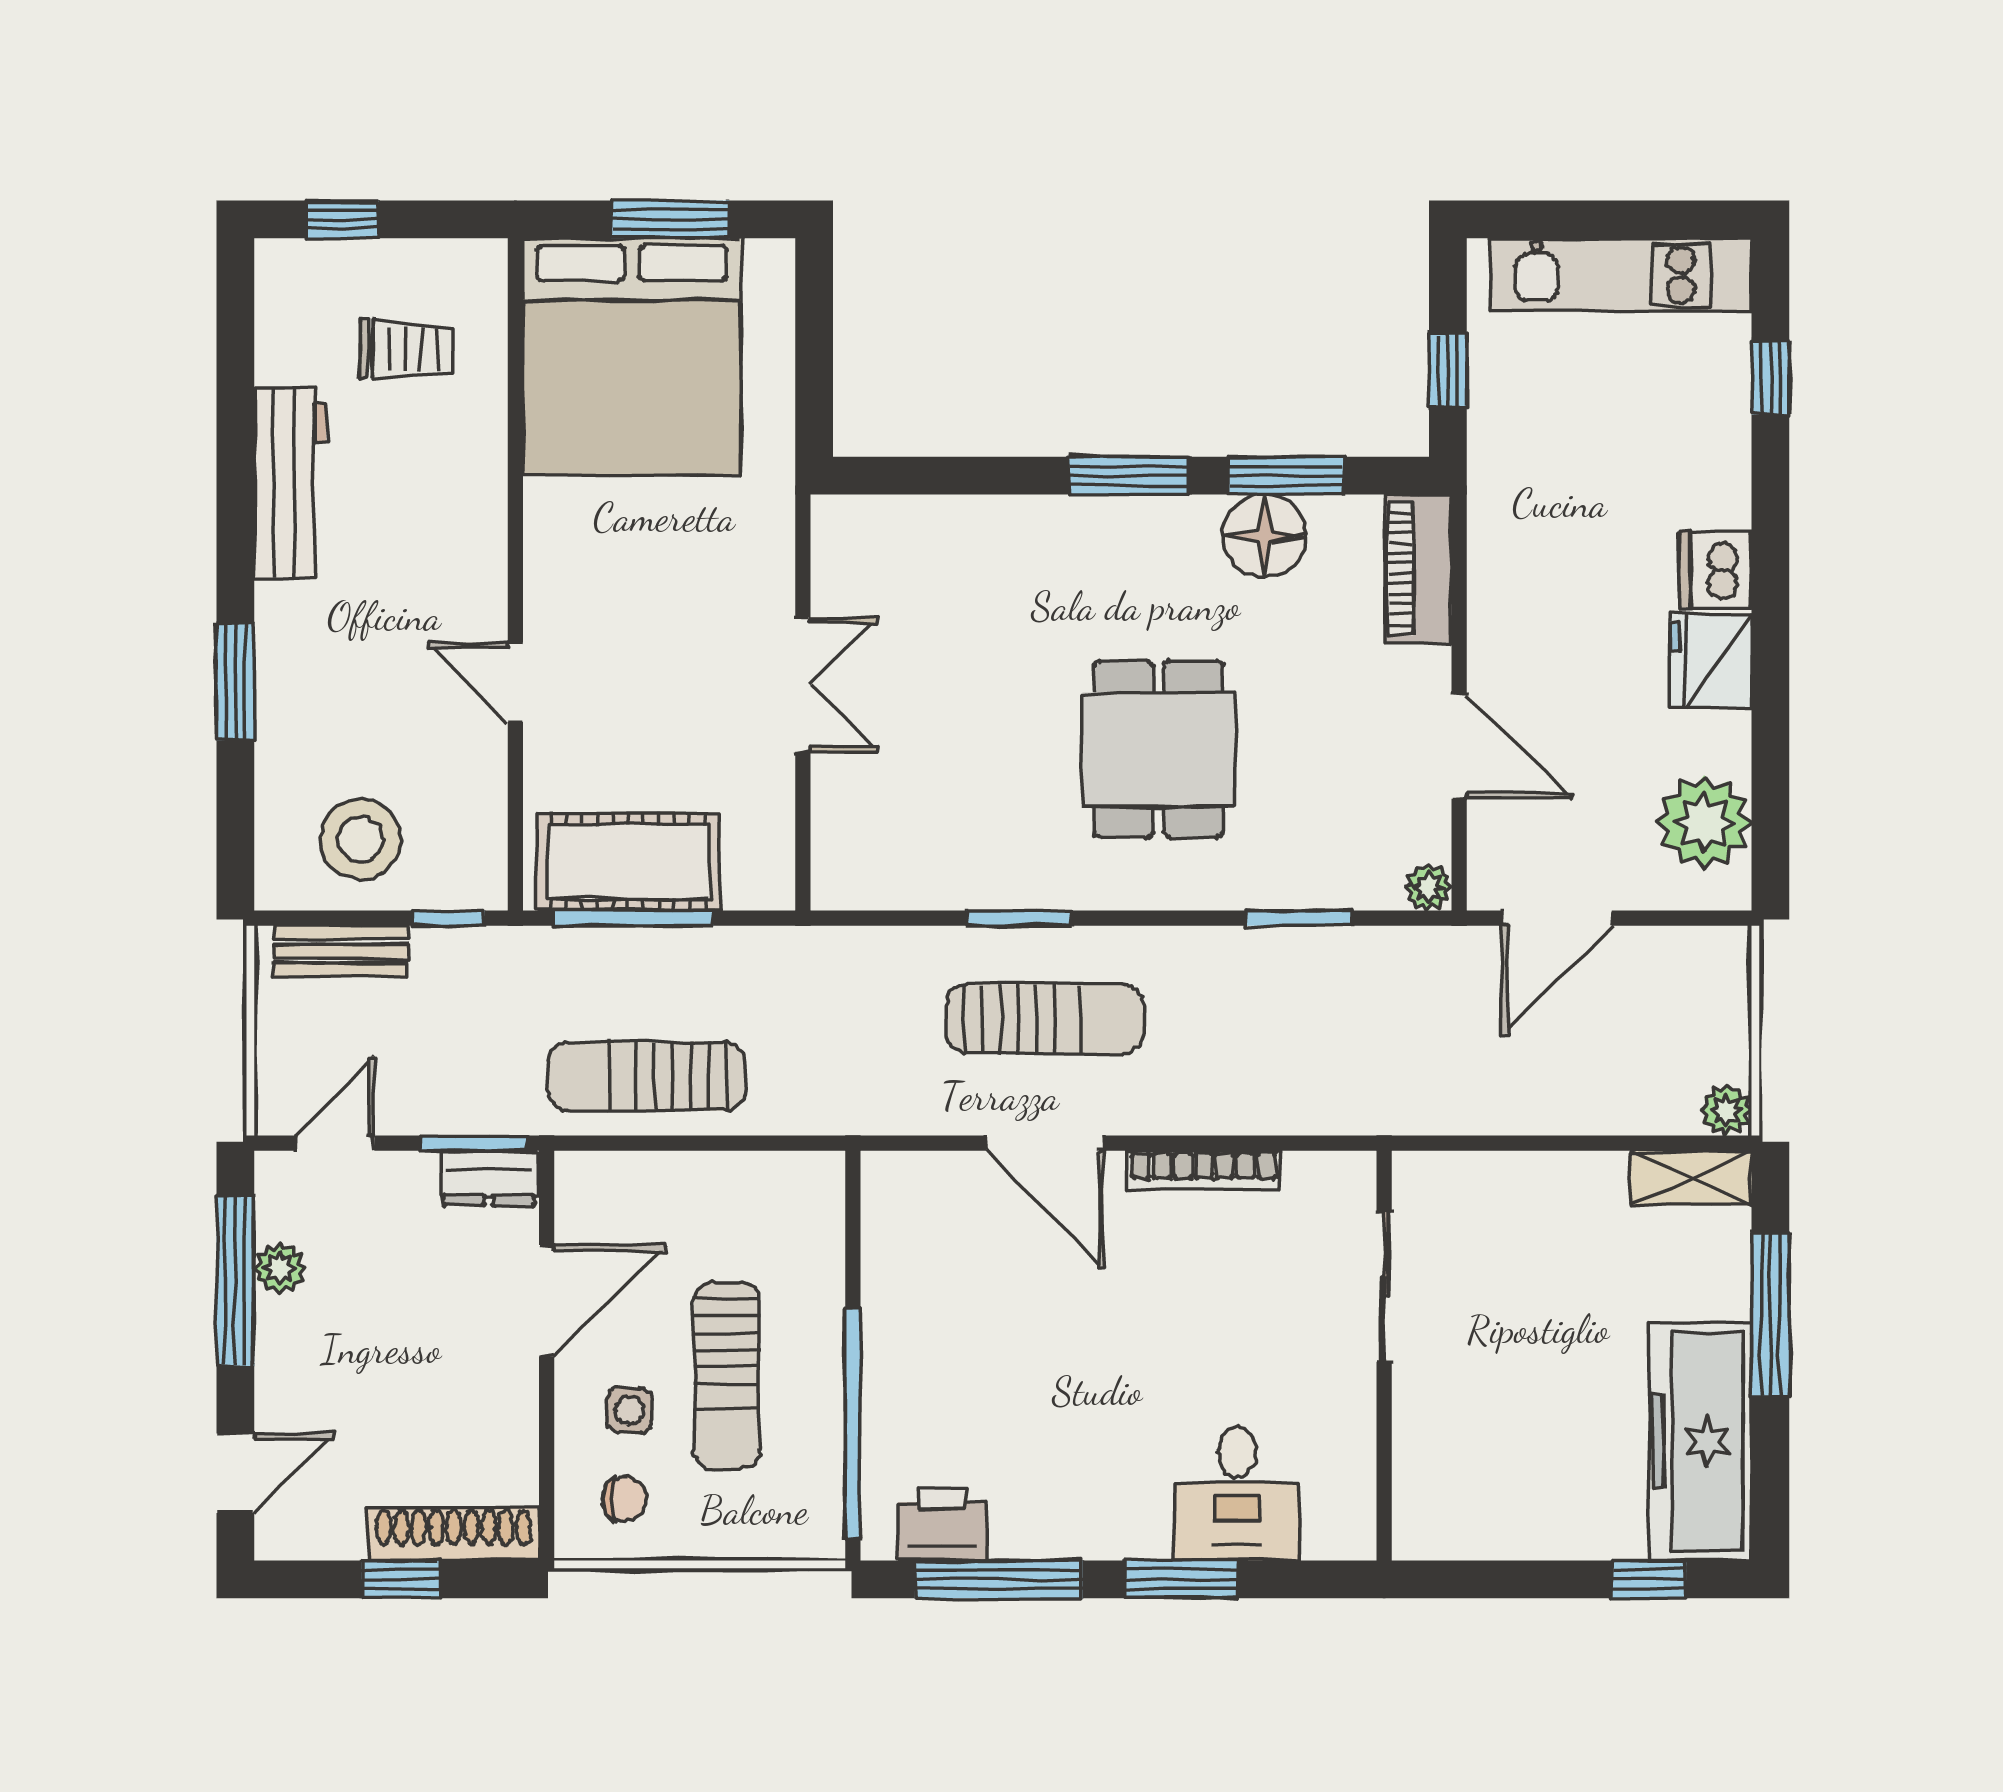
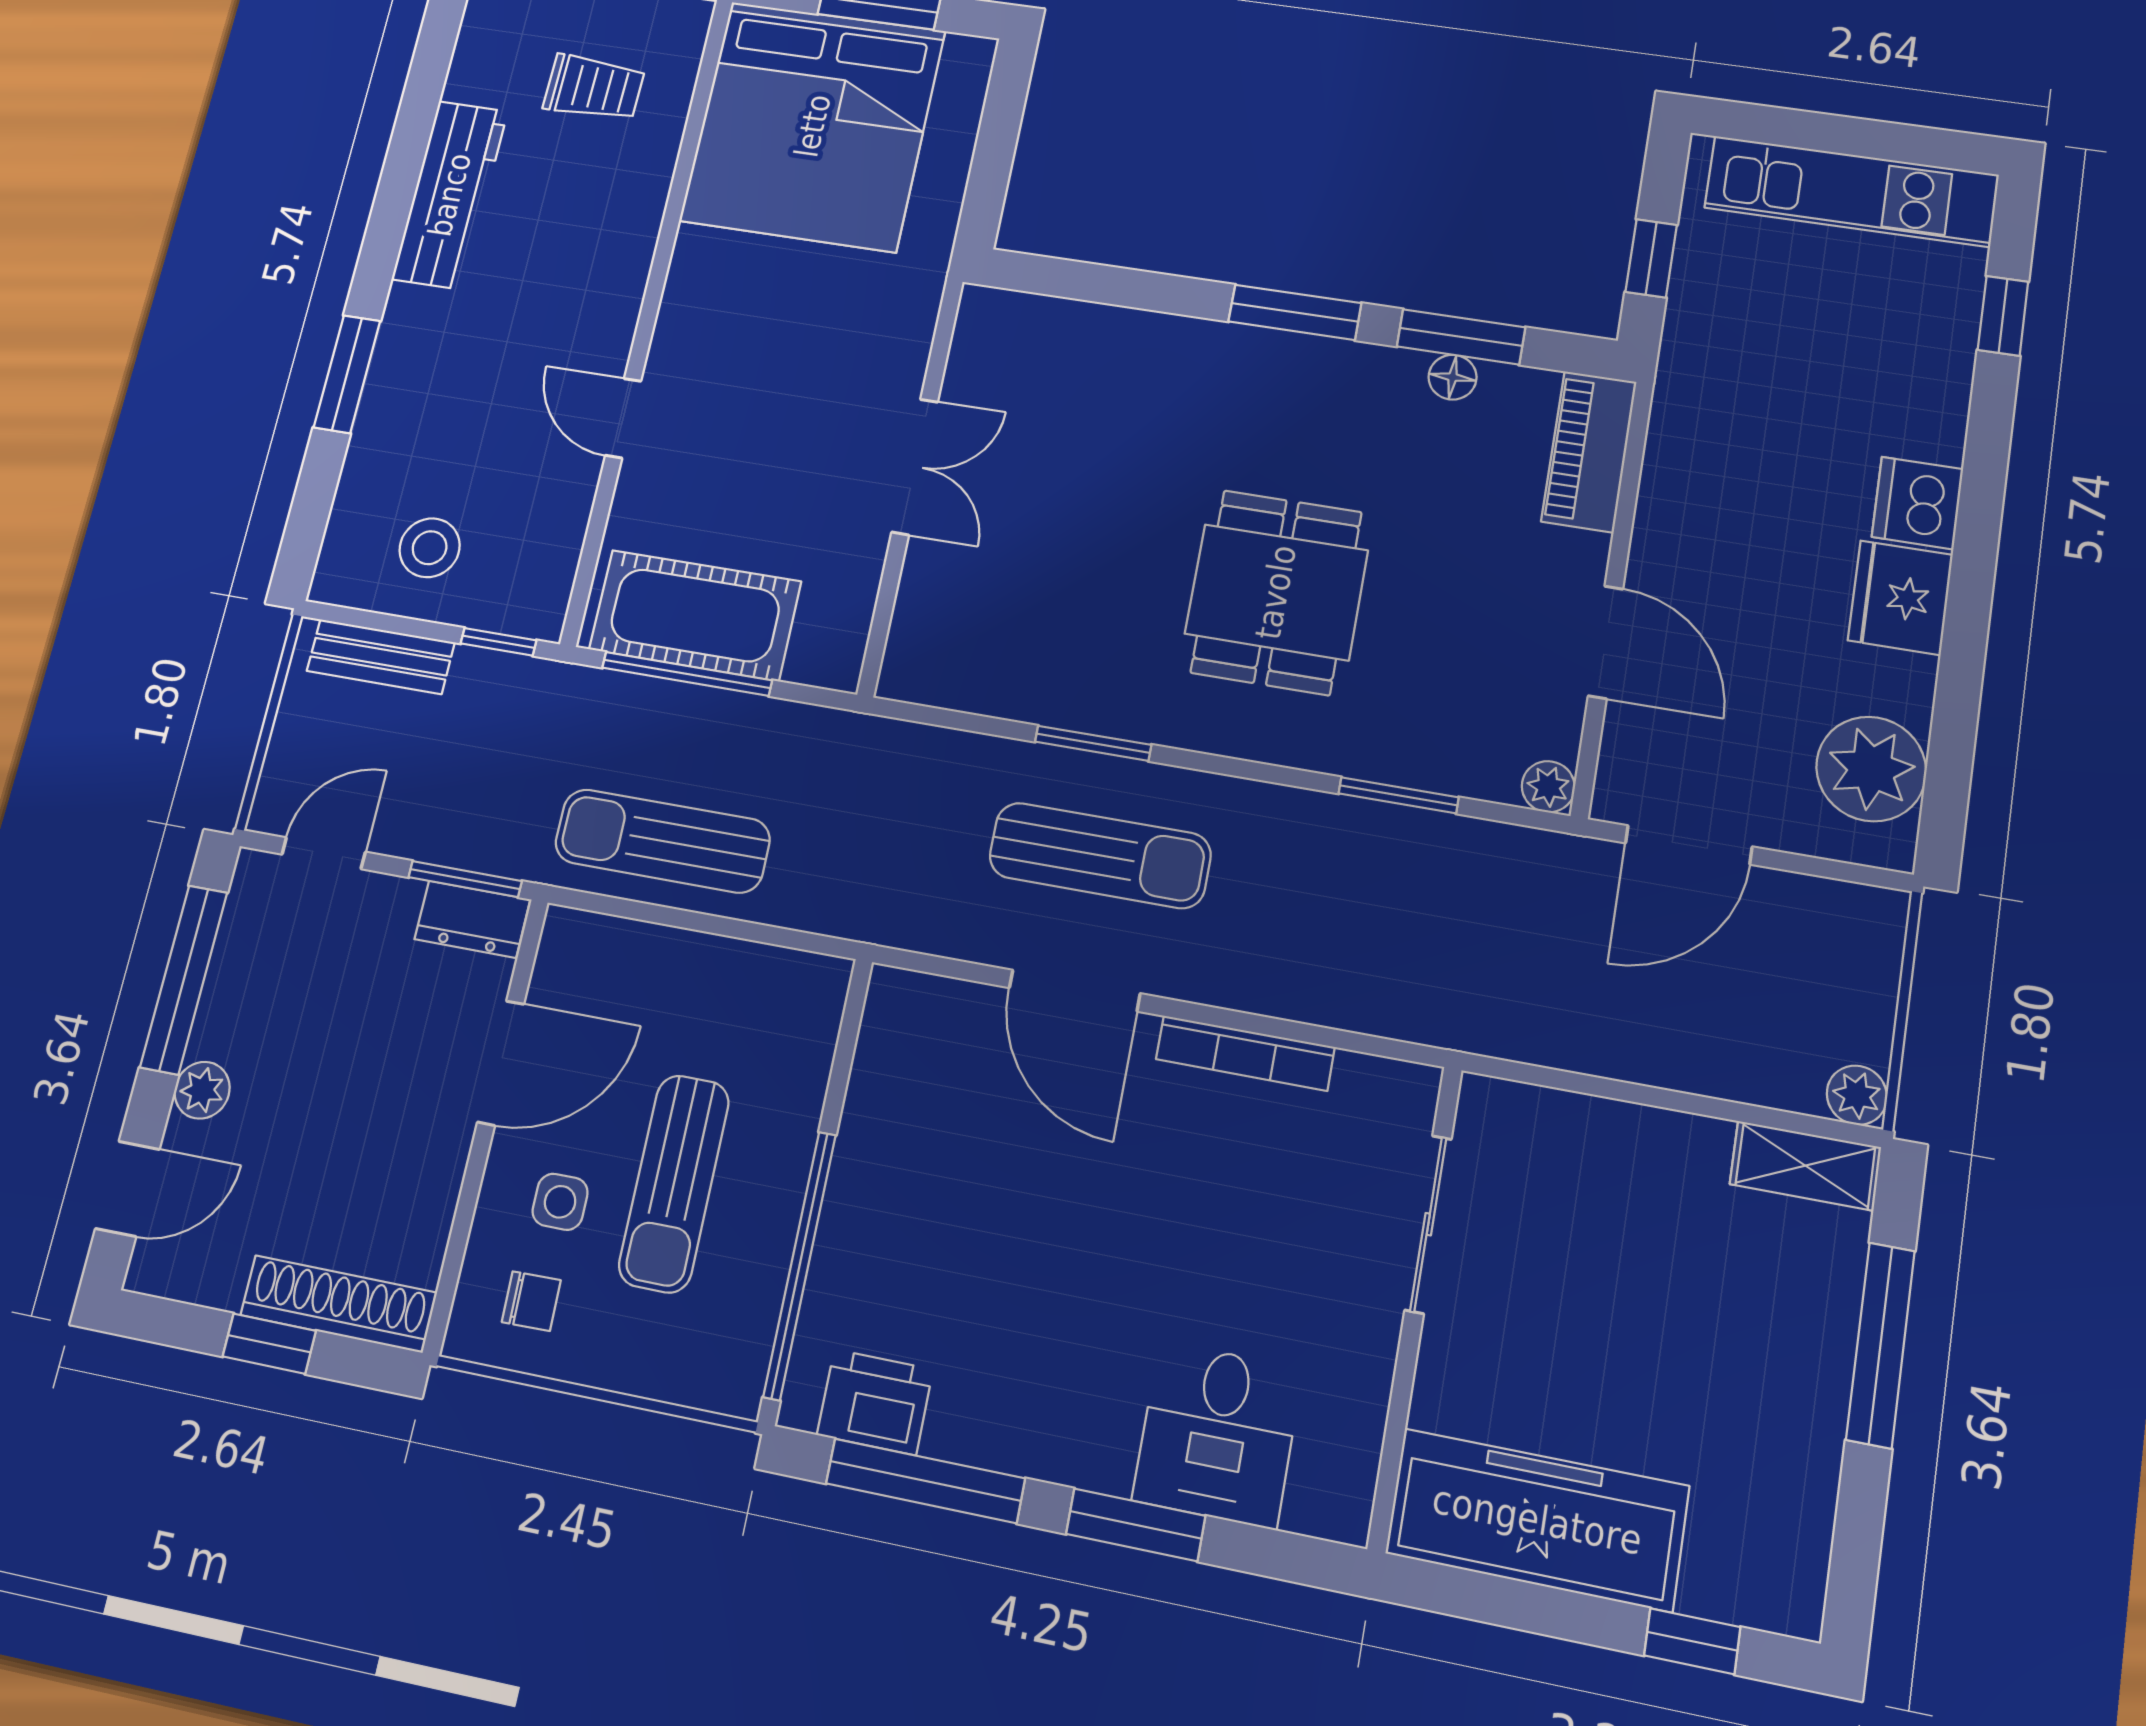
floor lamp: (1265, 536) -> (1453, 377), width x0.53, depth x0.53
stool: (360, 839) -> (430, 548), width x0.73, depth x0.73
plant: (280, 1268) -> (202, 1090), moved
freezer: (1700, 1441) -> (1537, 1520), moved, turned 90

